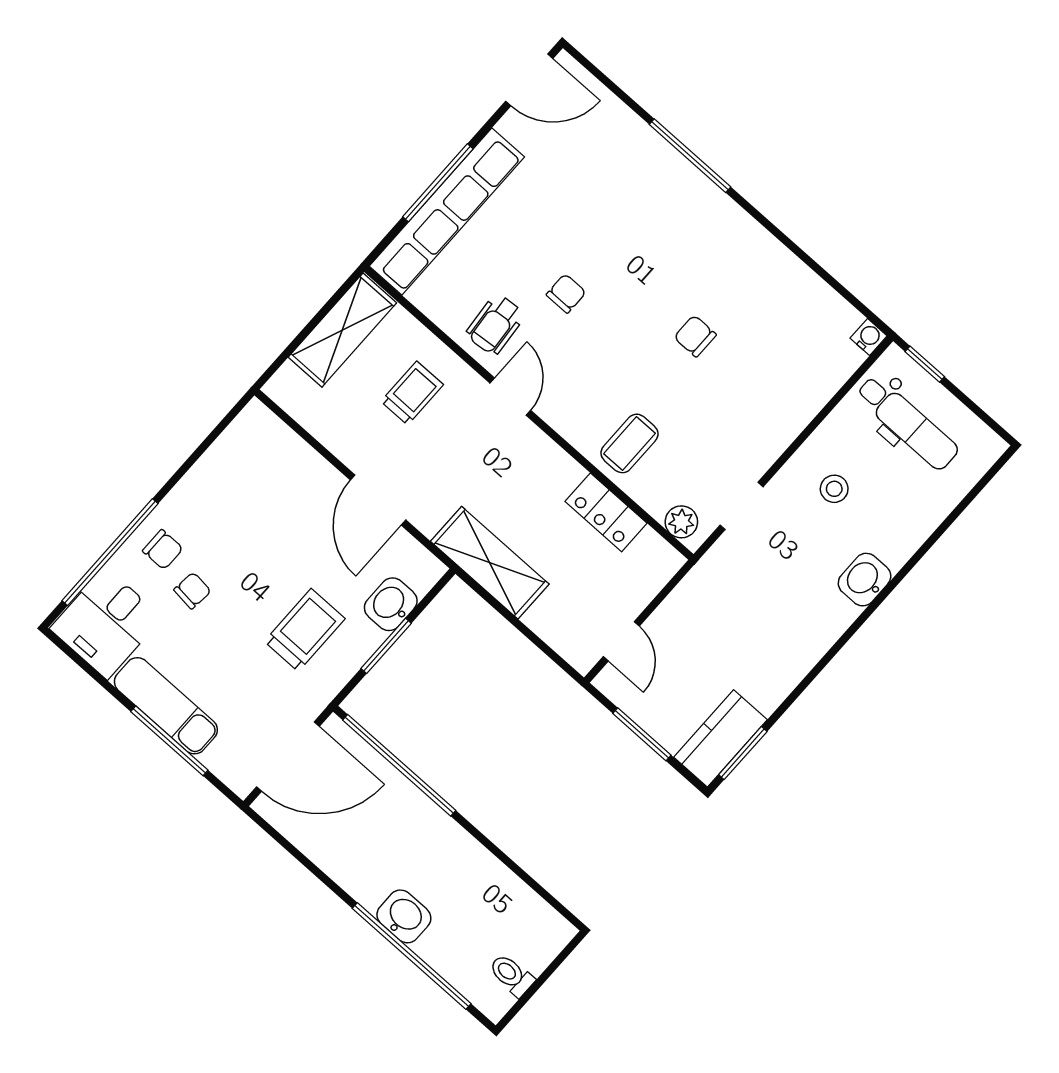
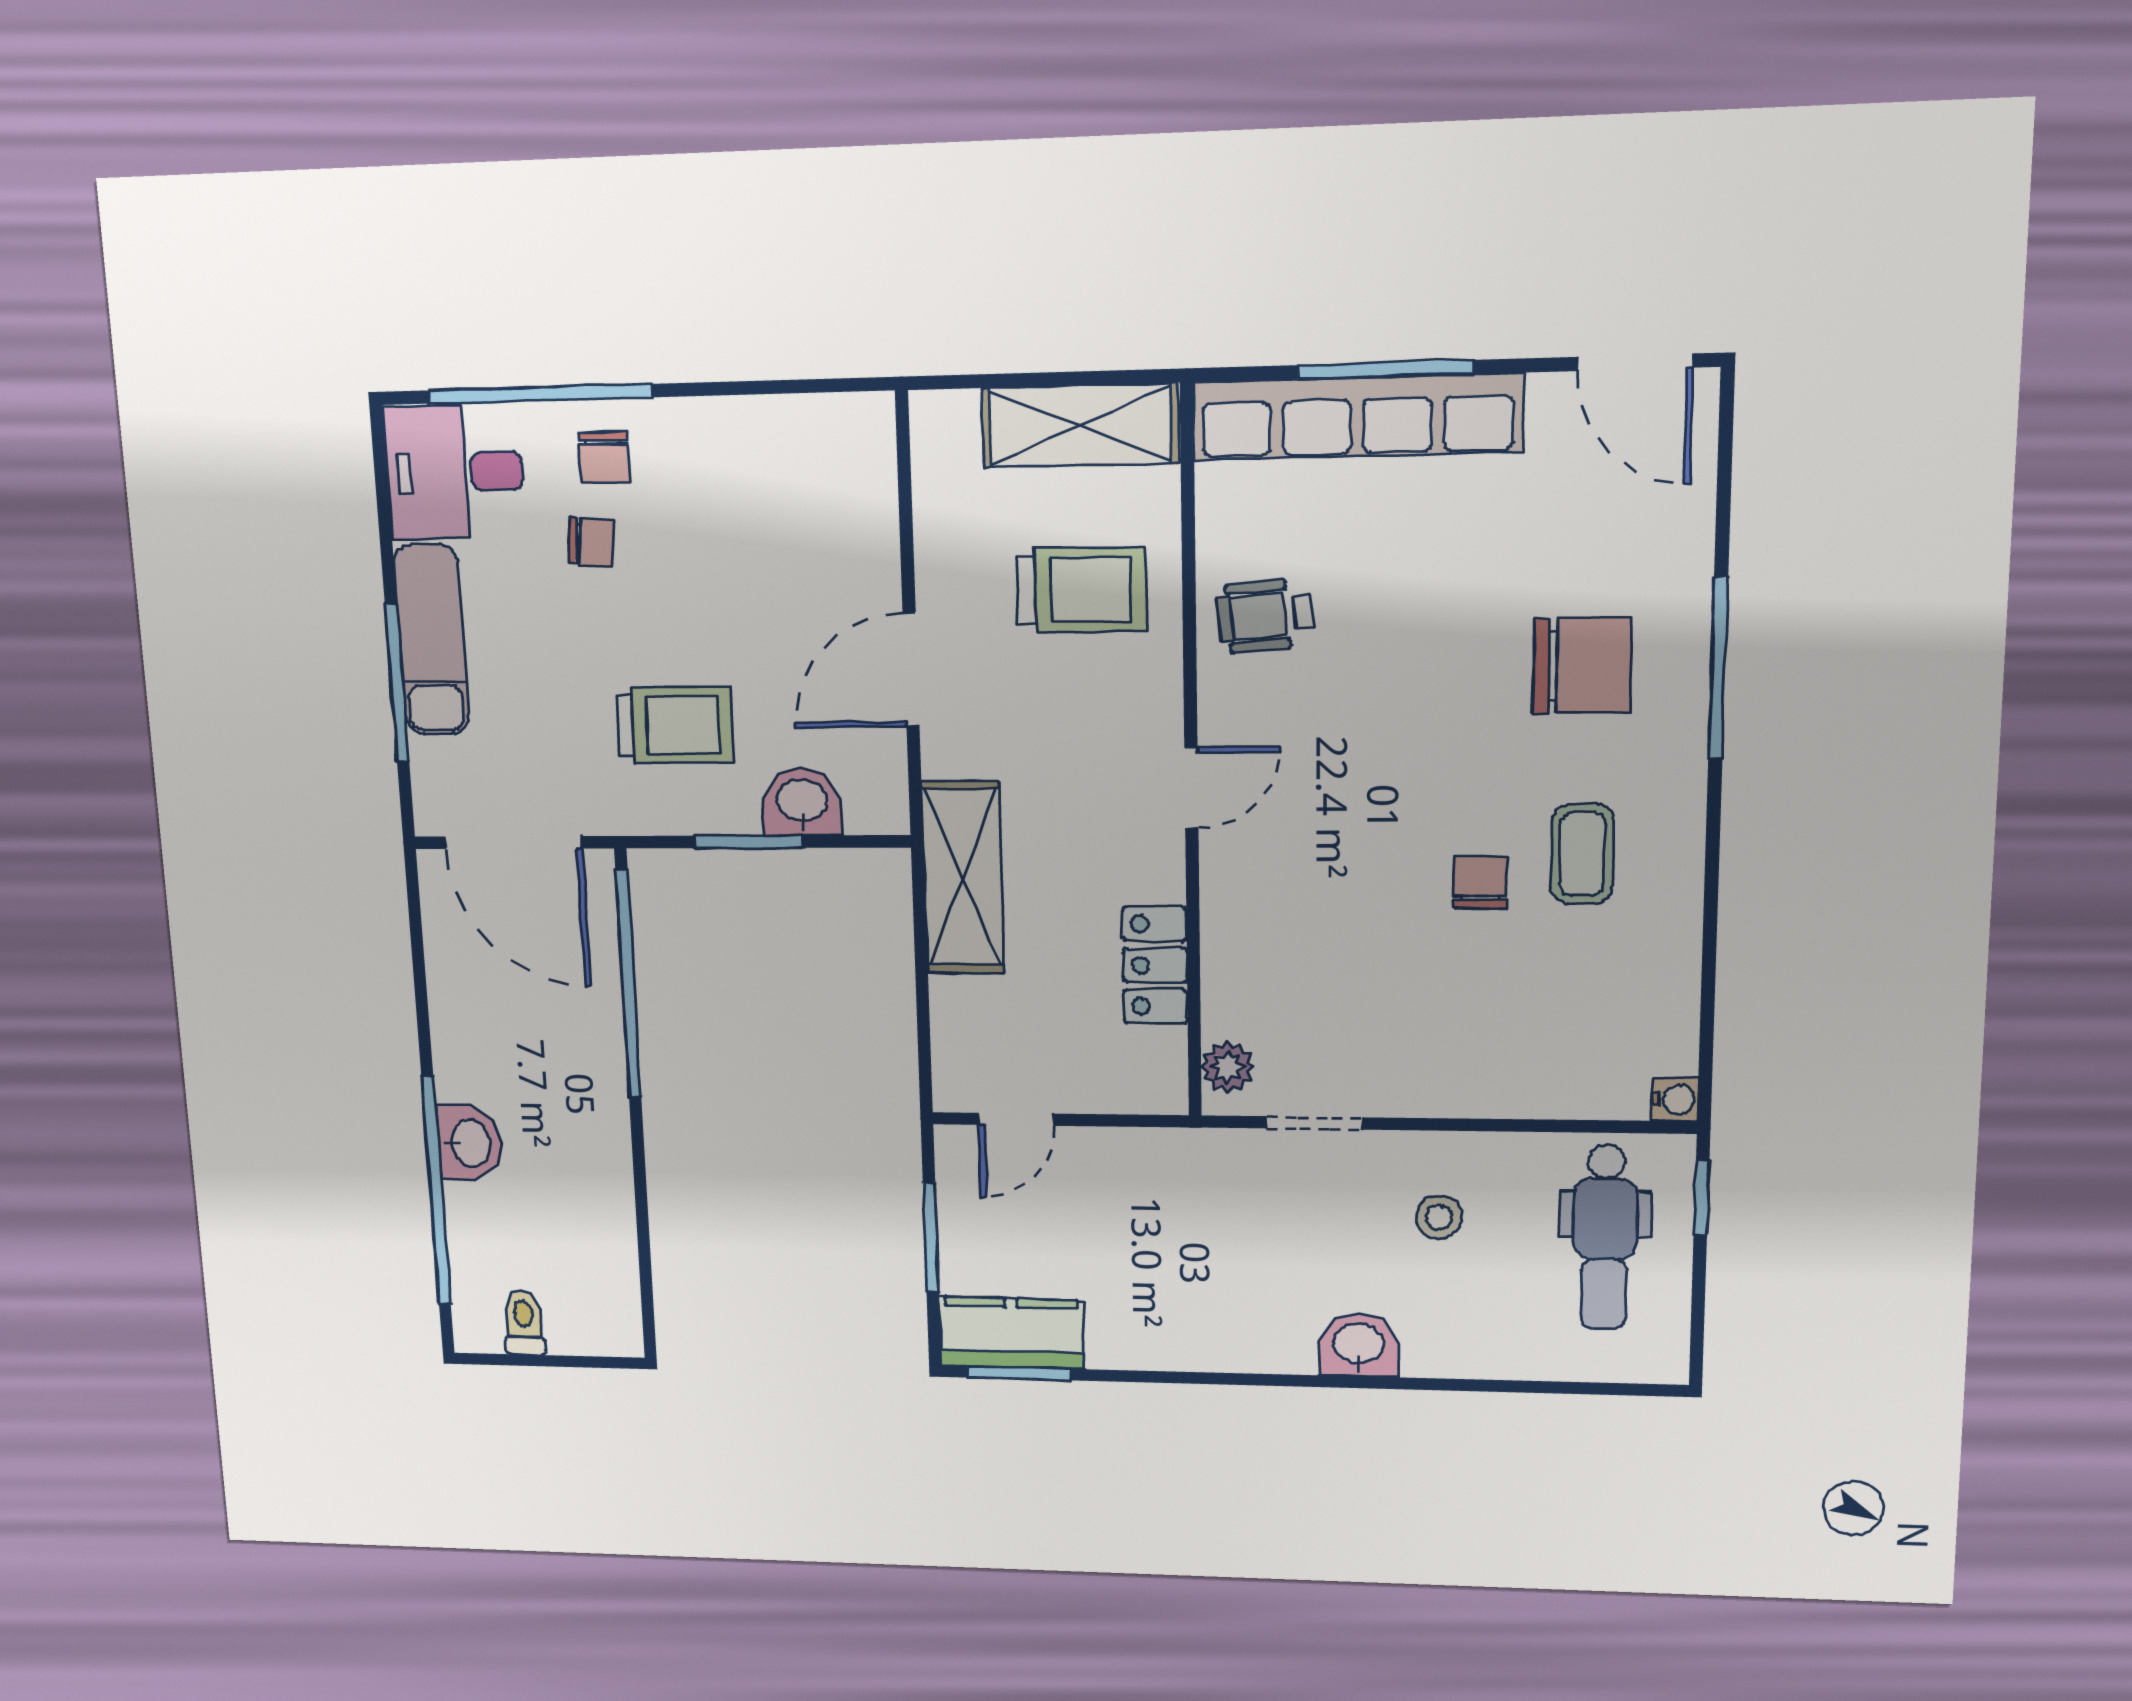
chair: (566, 294) -> (1582, 666), moved, width x1.87, depth x1.87
trolley: (412, 393) -> (1082, 590), width x1.36, depth x1.39
door: (510, 397) -> (1191, 788), moved
coffee table: (629, 443) -> (1582, 854), moved, turned 90

